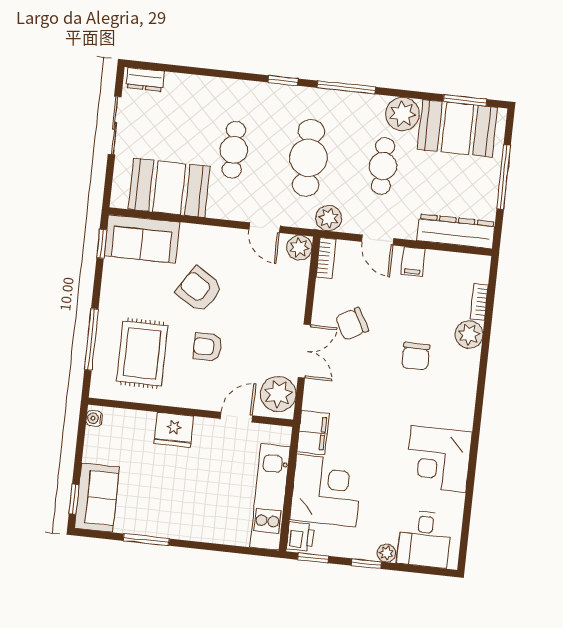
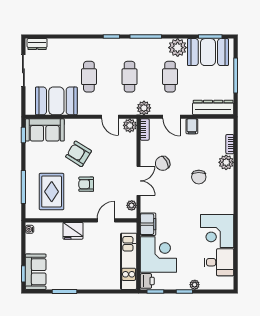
cafe table: (308, 158) -> (129, 77), width x0.73, depth x0.74
plant: (278, 394) -> (132, 205), width x0.53, depth x0.53
desk: (424, 539) -> (219, 262), moved, turned -90

